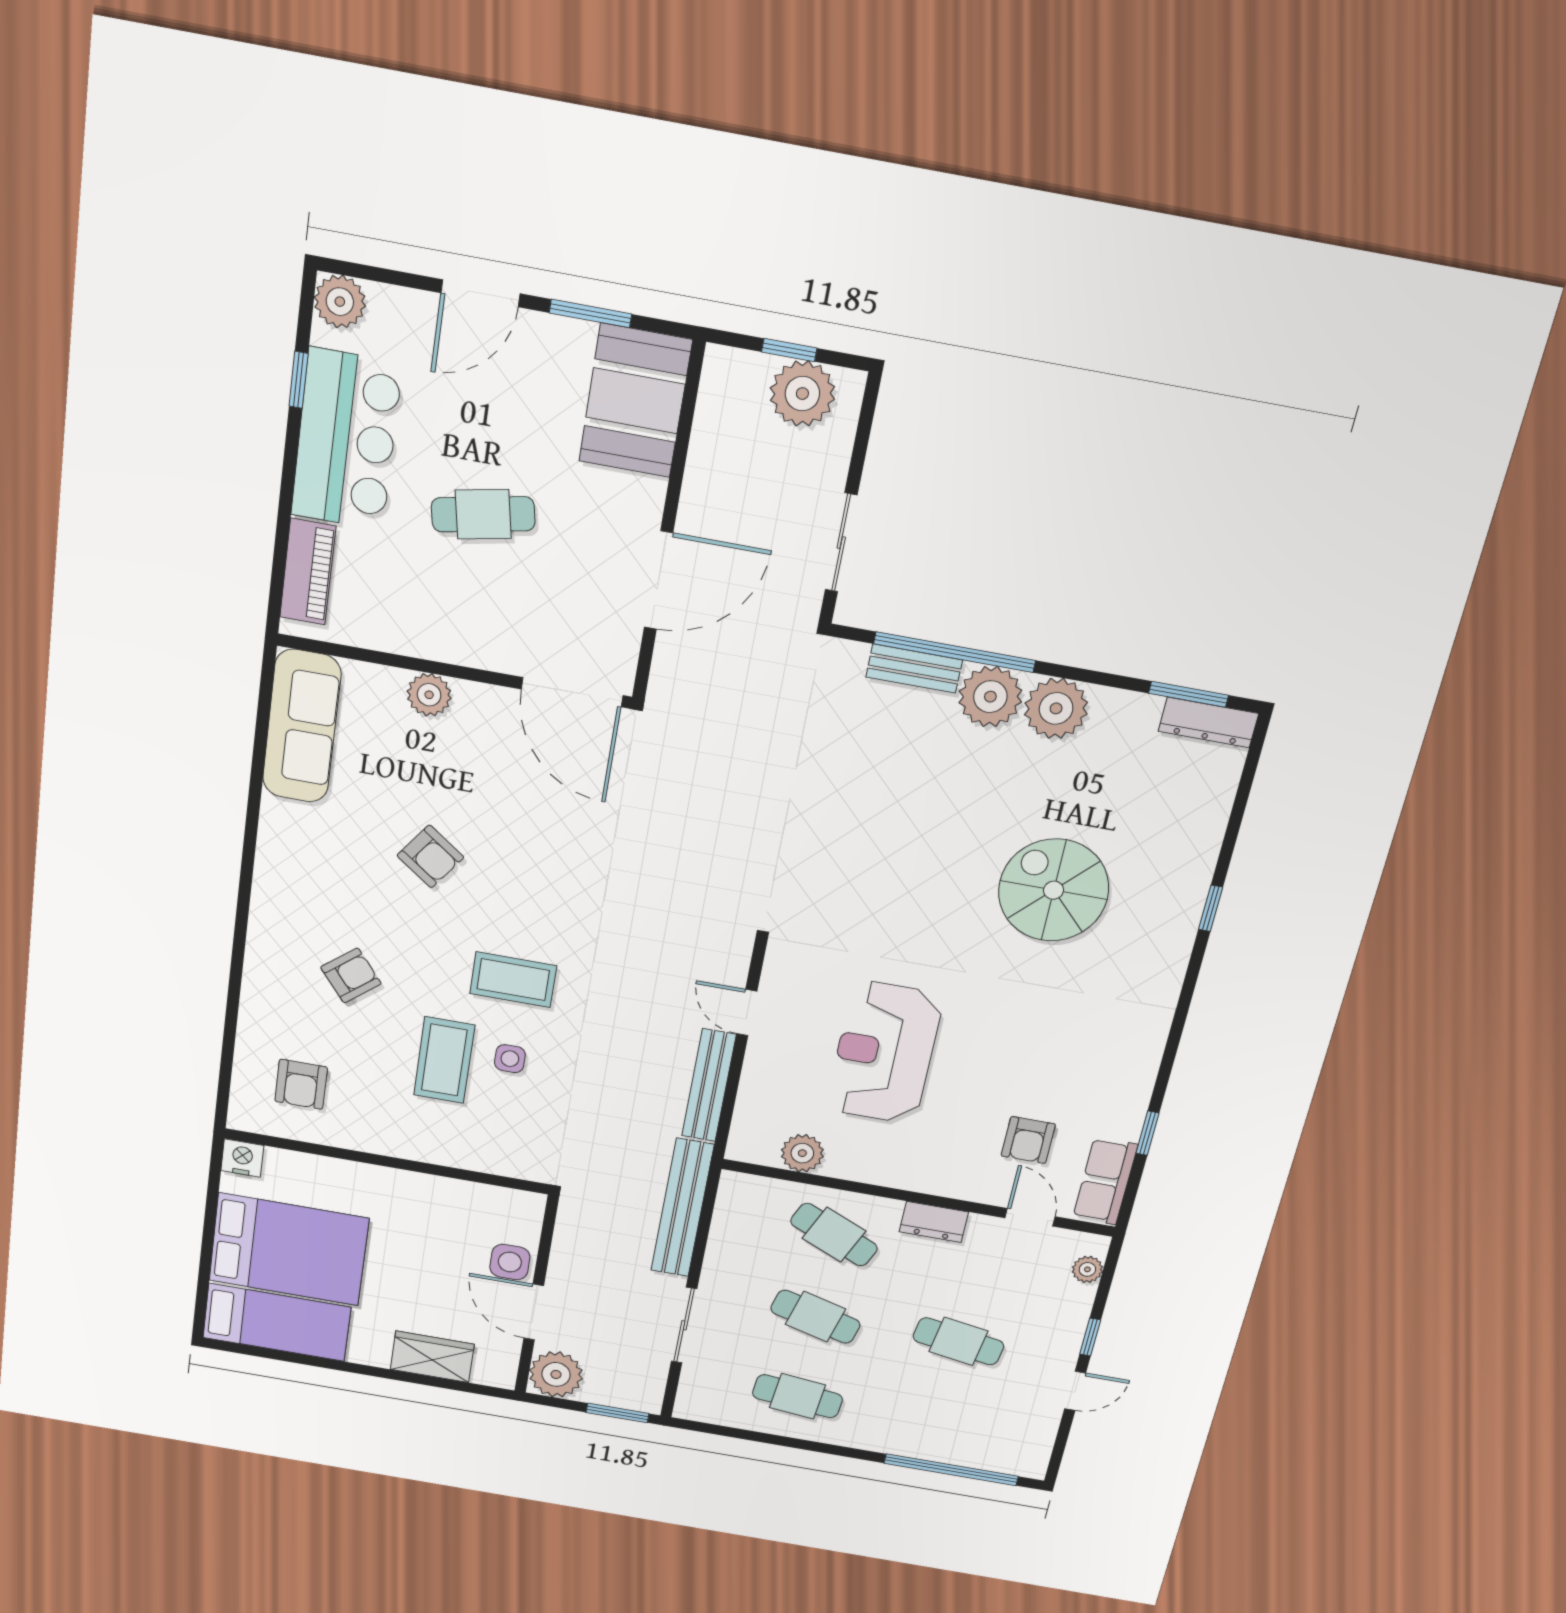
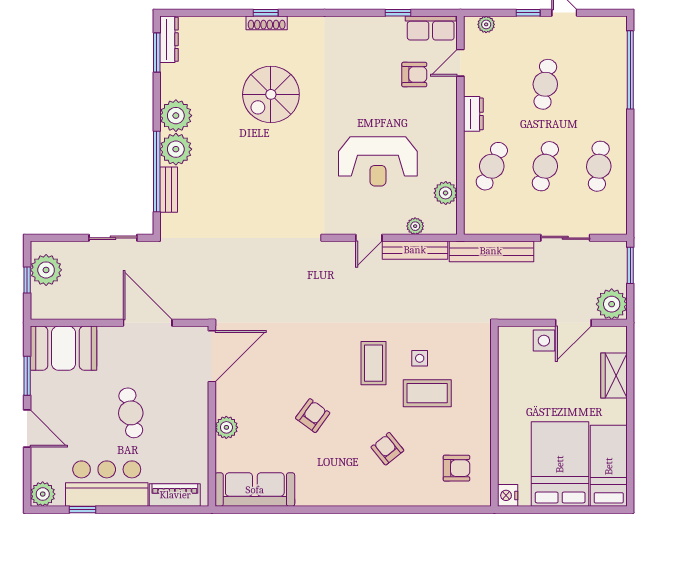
shoe rack: (1191, 907) -> (267, 23), added
plant: (753, 1093) -> (415, 226), added

